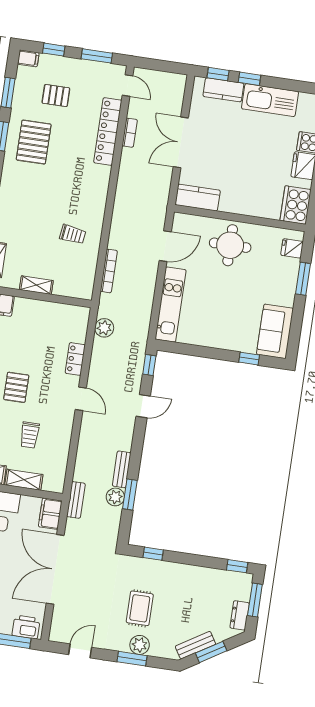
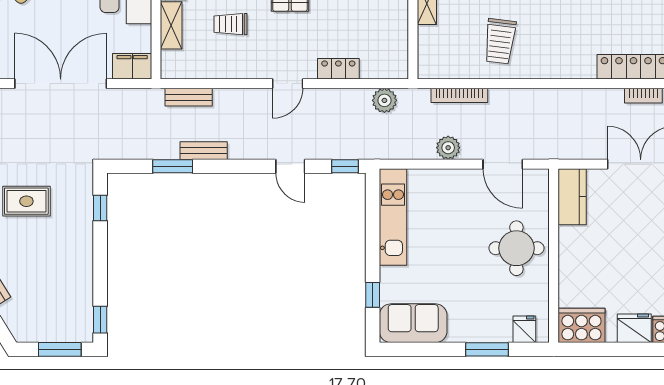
trolley: (73, 234) -> (500, 41), width x1.36, depth x1.39
kitchen unit: (171, 304) -> (393, 217), moved, turned -90
plant: (115, 497) -> (448, 148), moved
bench: (76, 500) -> (189, 97), moved
dresser: (240, 615) -> (37, 332), removed

